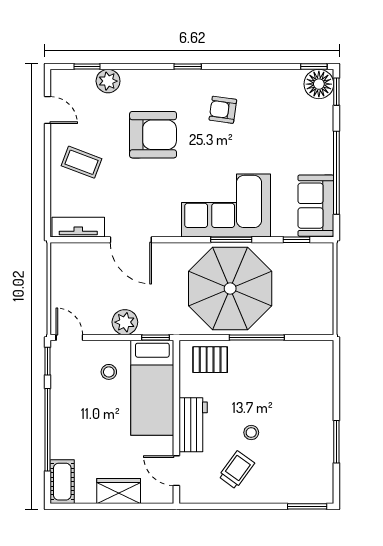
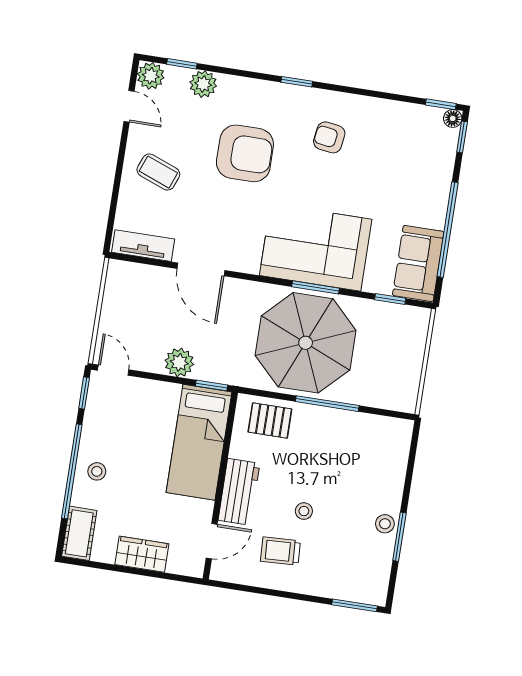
plant: (62, 81) -> (151, 76), added
floor lamp: (319, 84) -> (453, 118), width x0.53, depth x0.53
stool: (109, 372) -> (97, 471), moved
stool: (322, 433) -> (385, 524), added
trolley: (237, 470) -> (280, 551), turned -129
door: (176, 471) -> (212, 541), swing flipped

